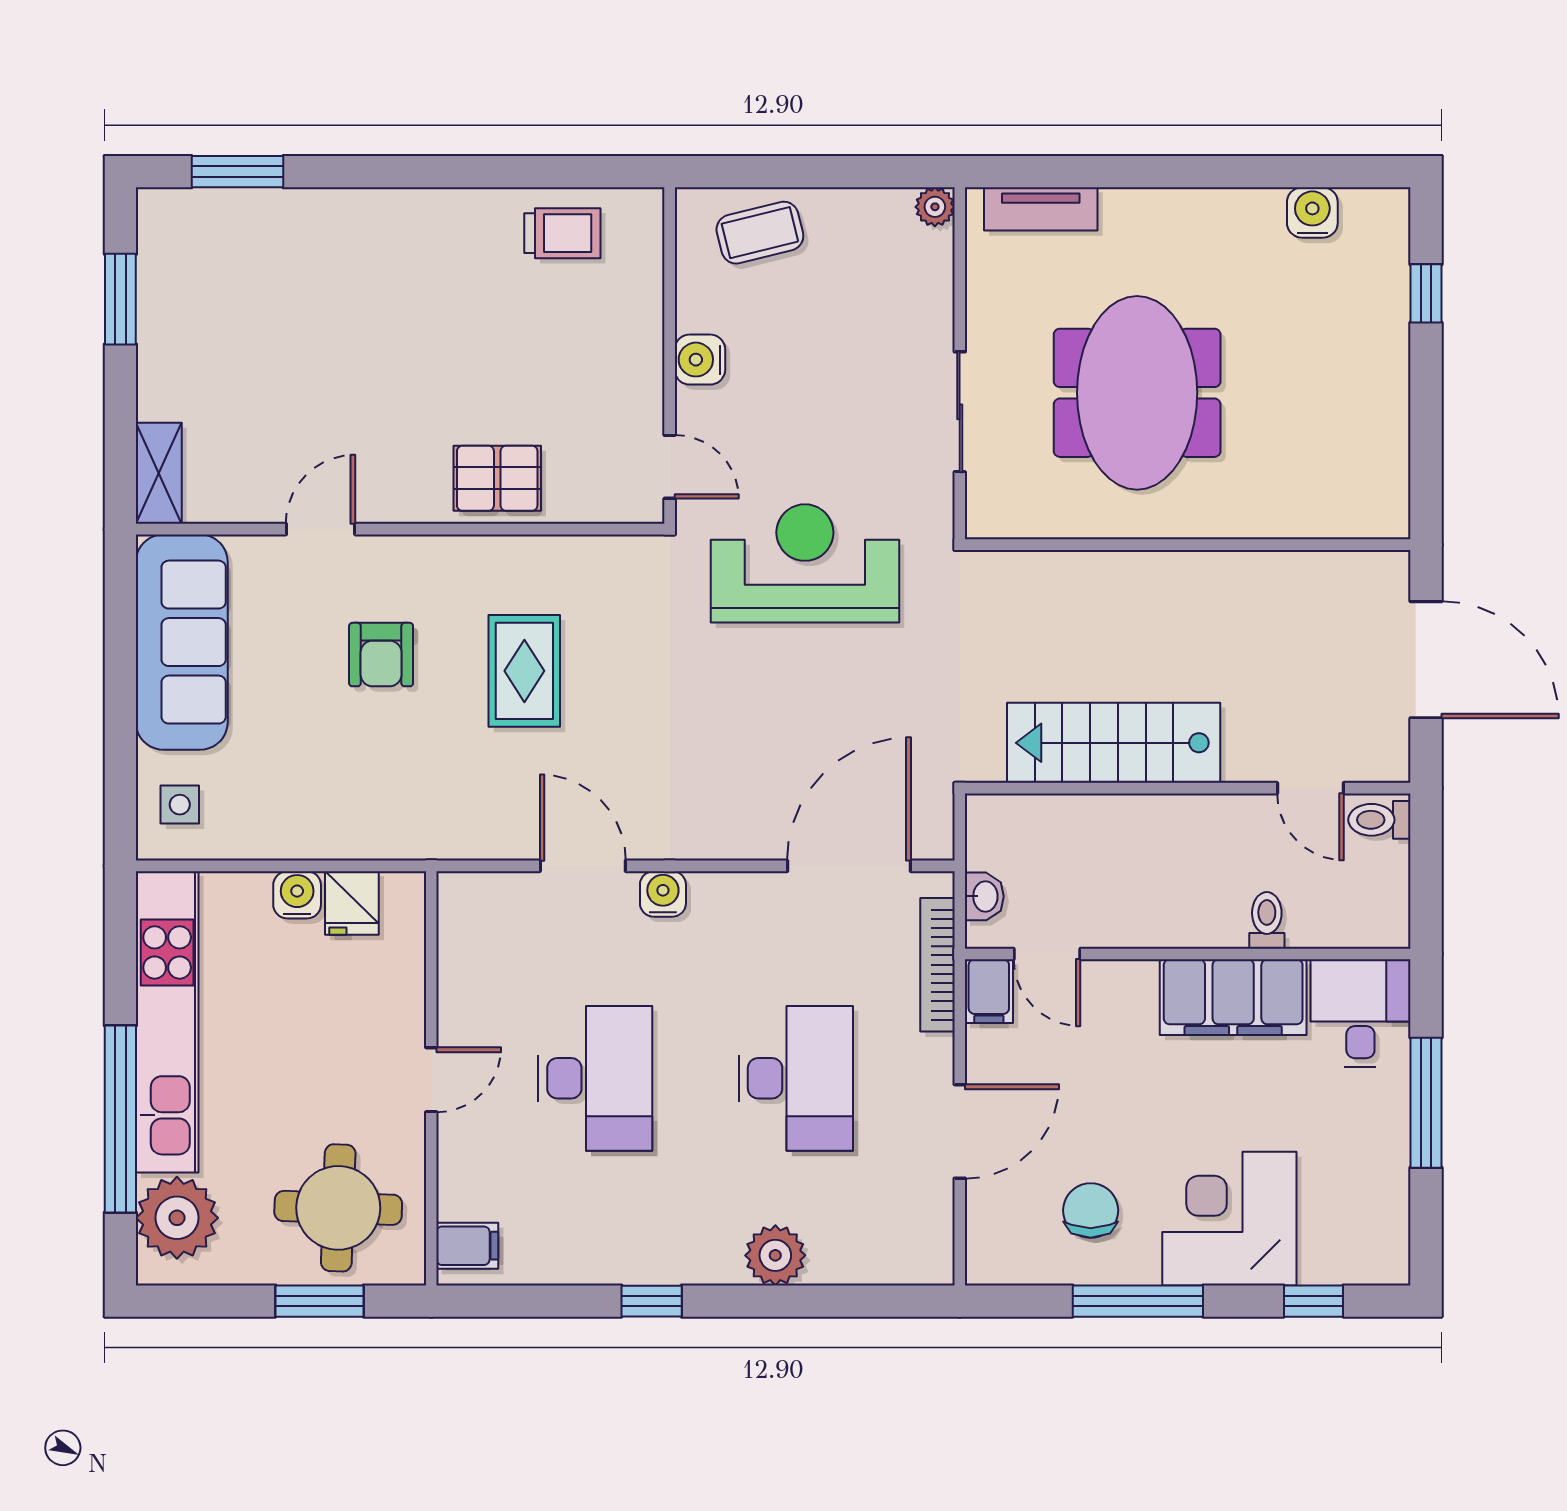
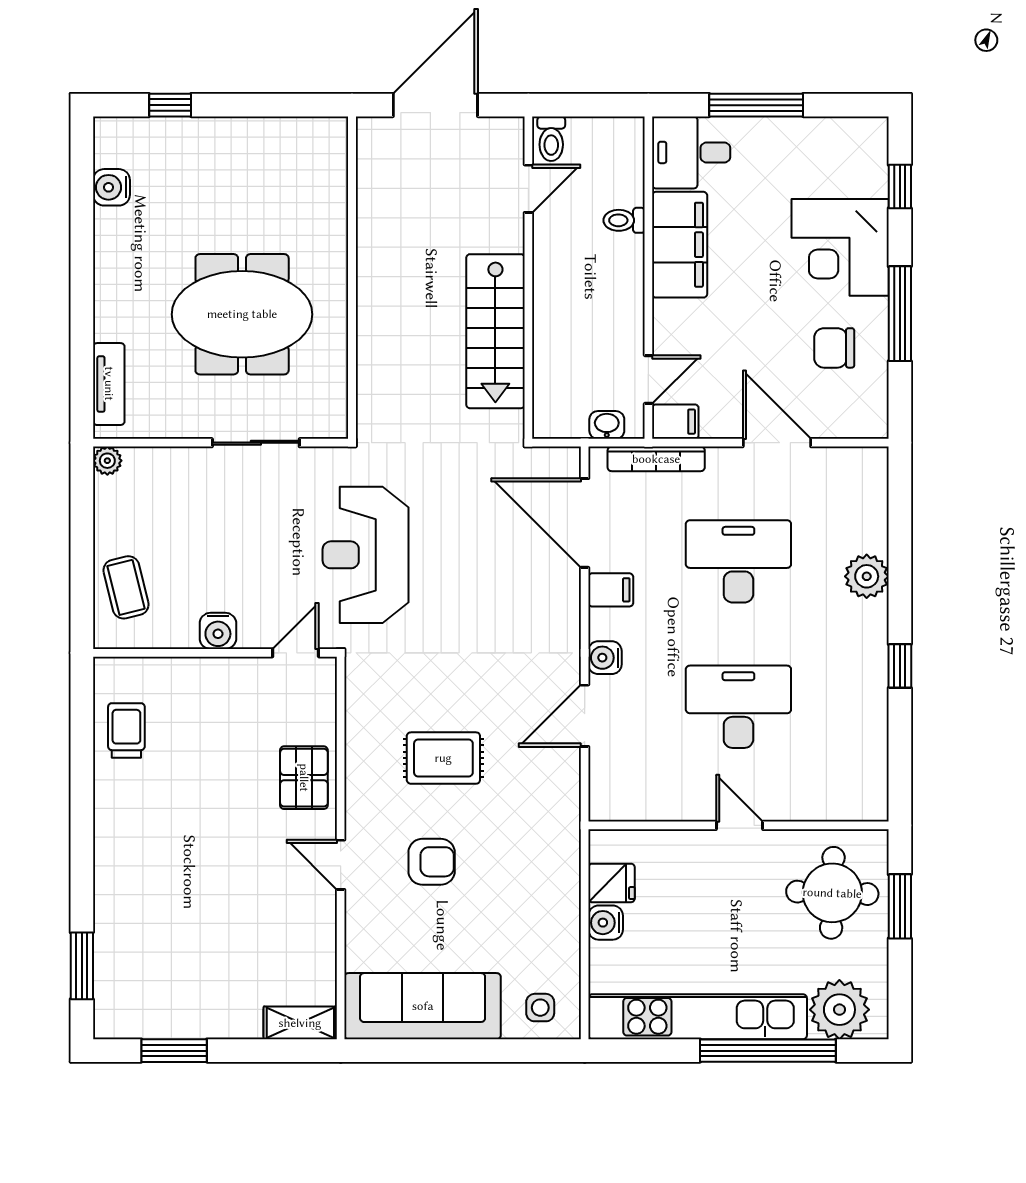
door: (321, 529) -> (341, 865), moved
filing cabinet: (467, 1246) -> (611, 590), moved, turned 90

